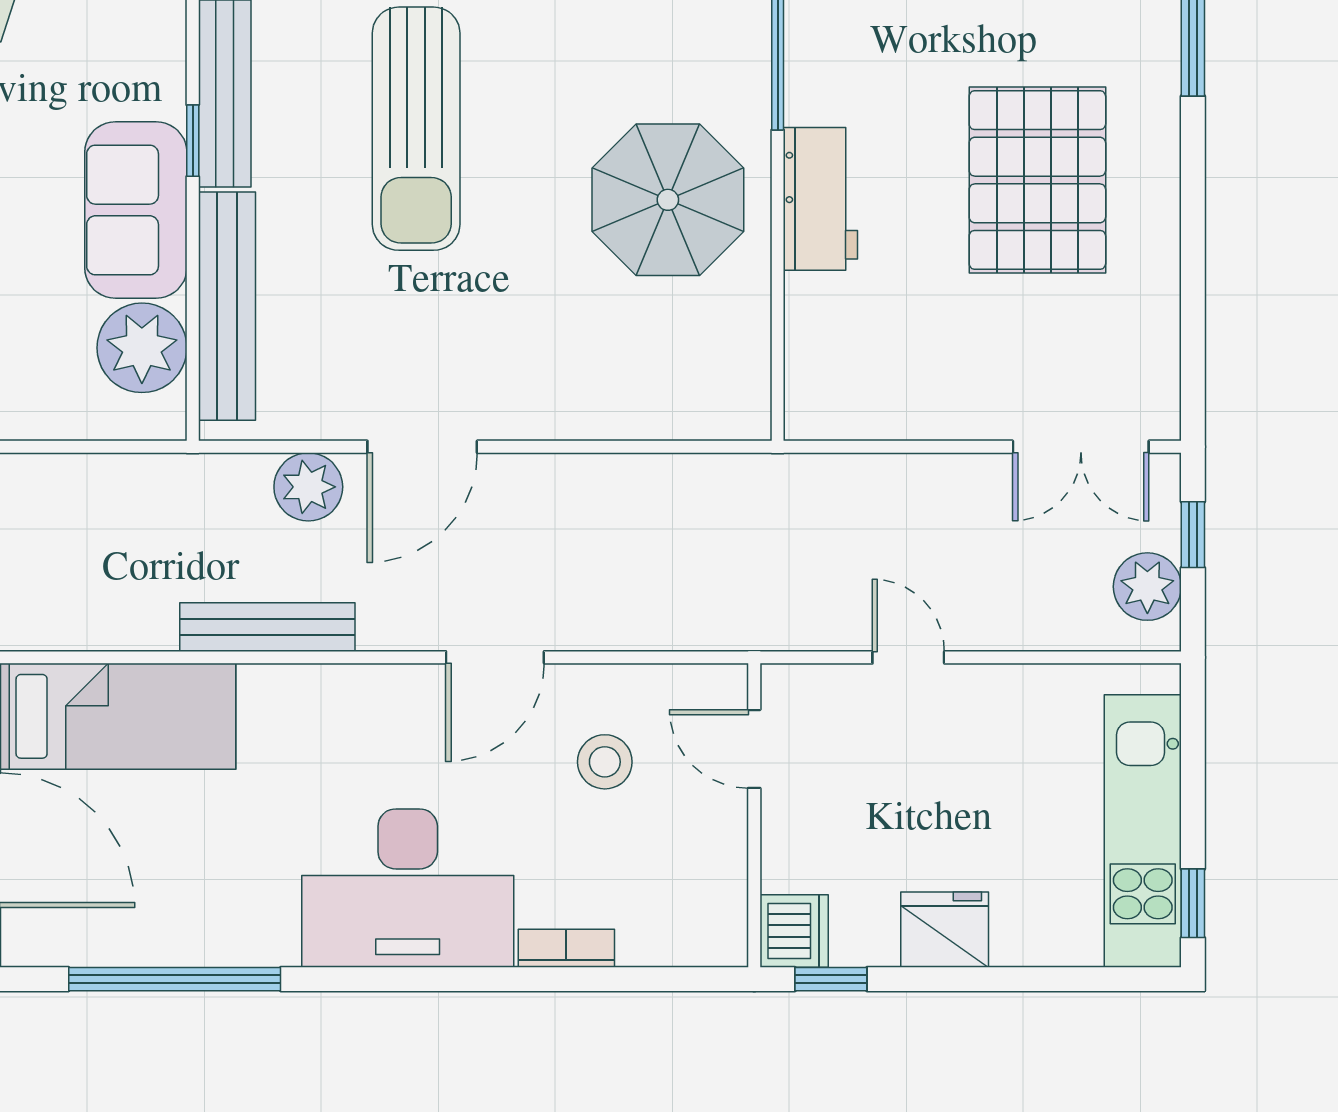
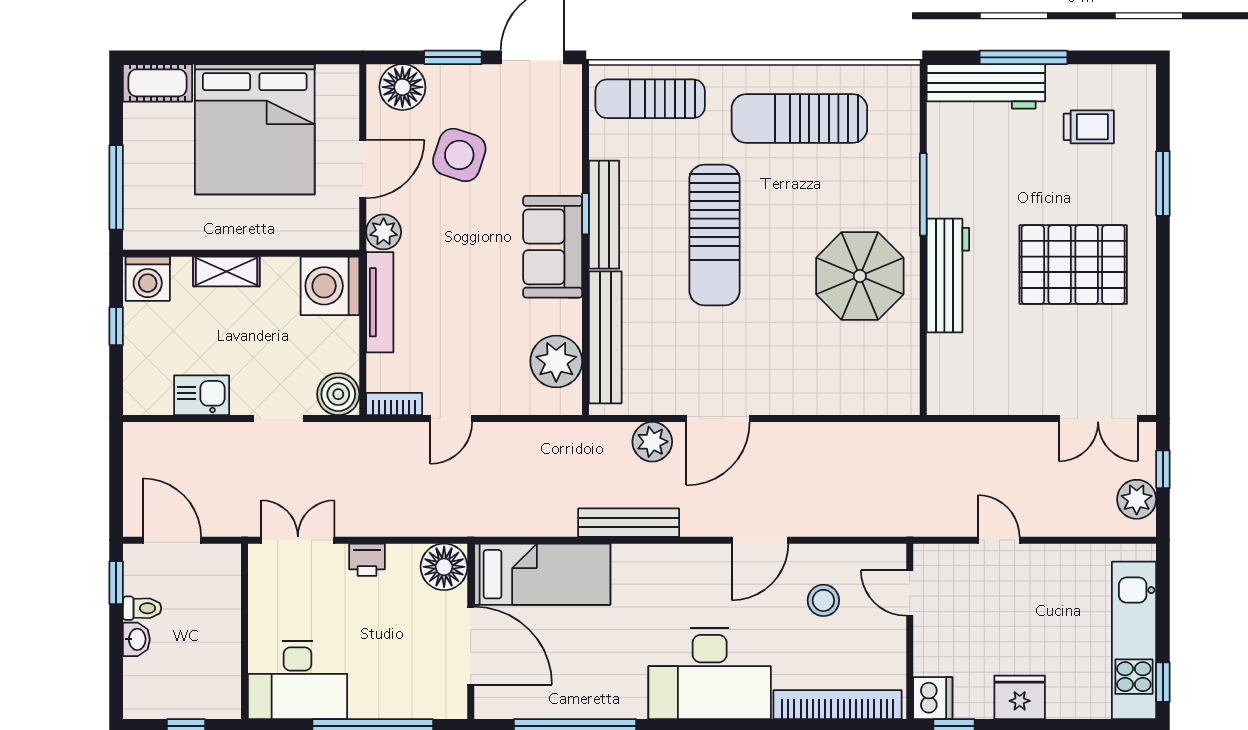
window: (193, 141) -> (586, 214), moved
pallet: (1037, 180) -> (1073, 265), turned 90
workbench: (820, 199) -> (948, 276), width x1.38
sofa: (136, 210) -> (553, 247), moved
bookcase: (566, 948) -> (838, 705), width x2.31, depth x1.31

